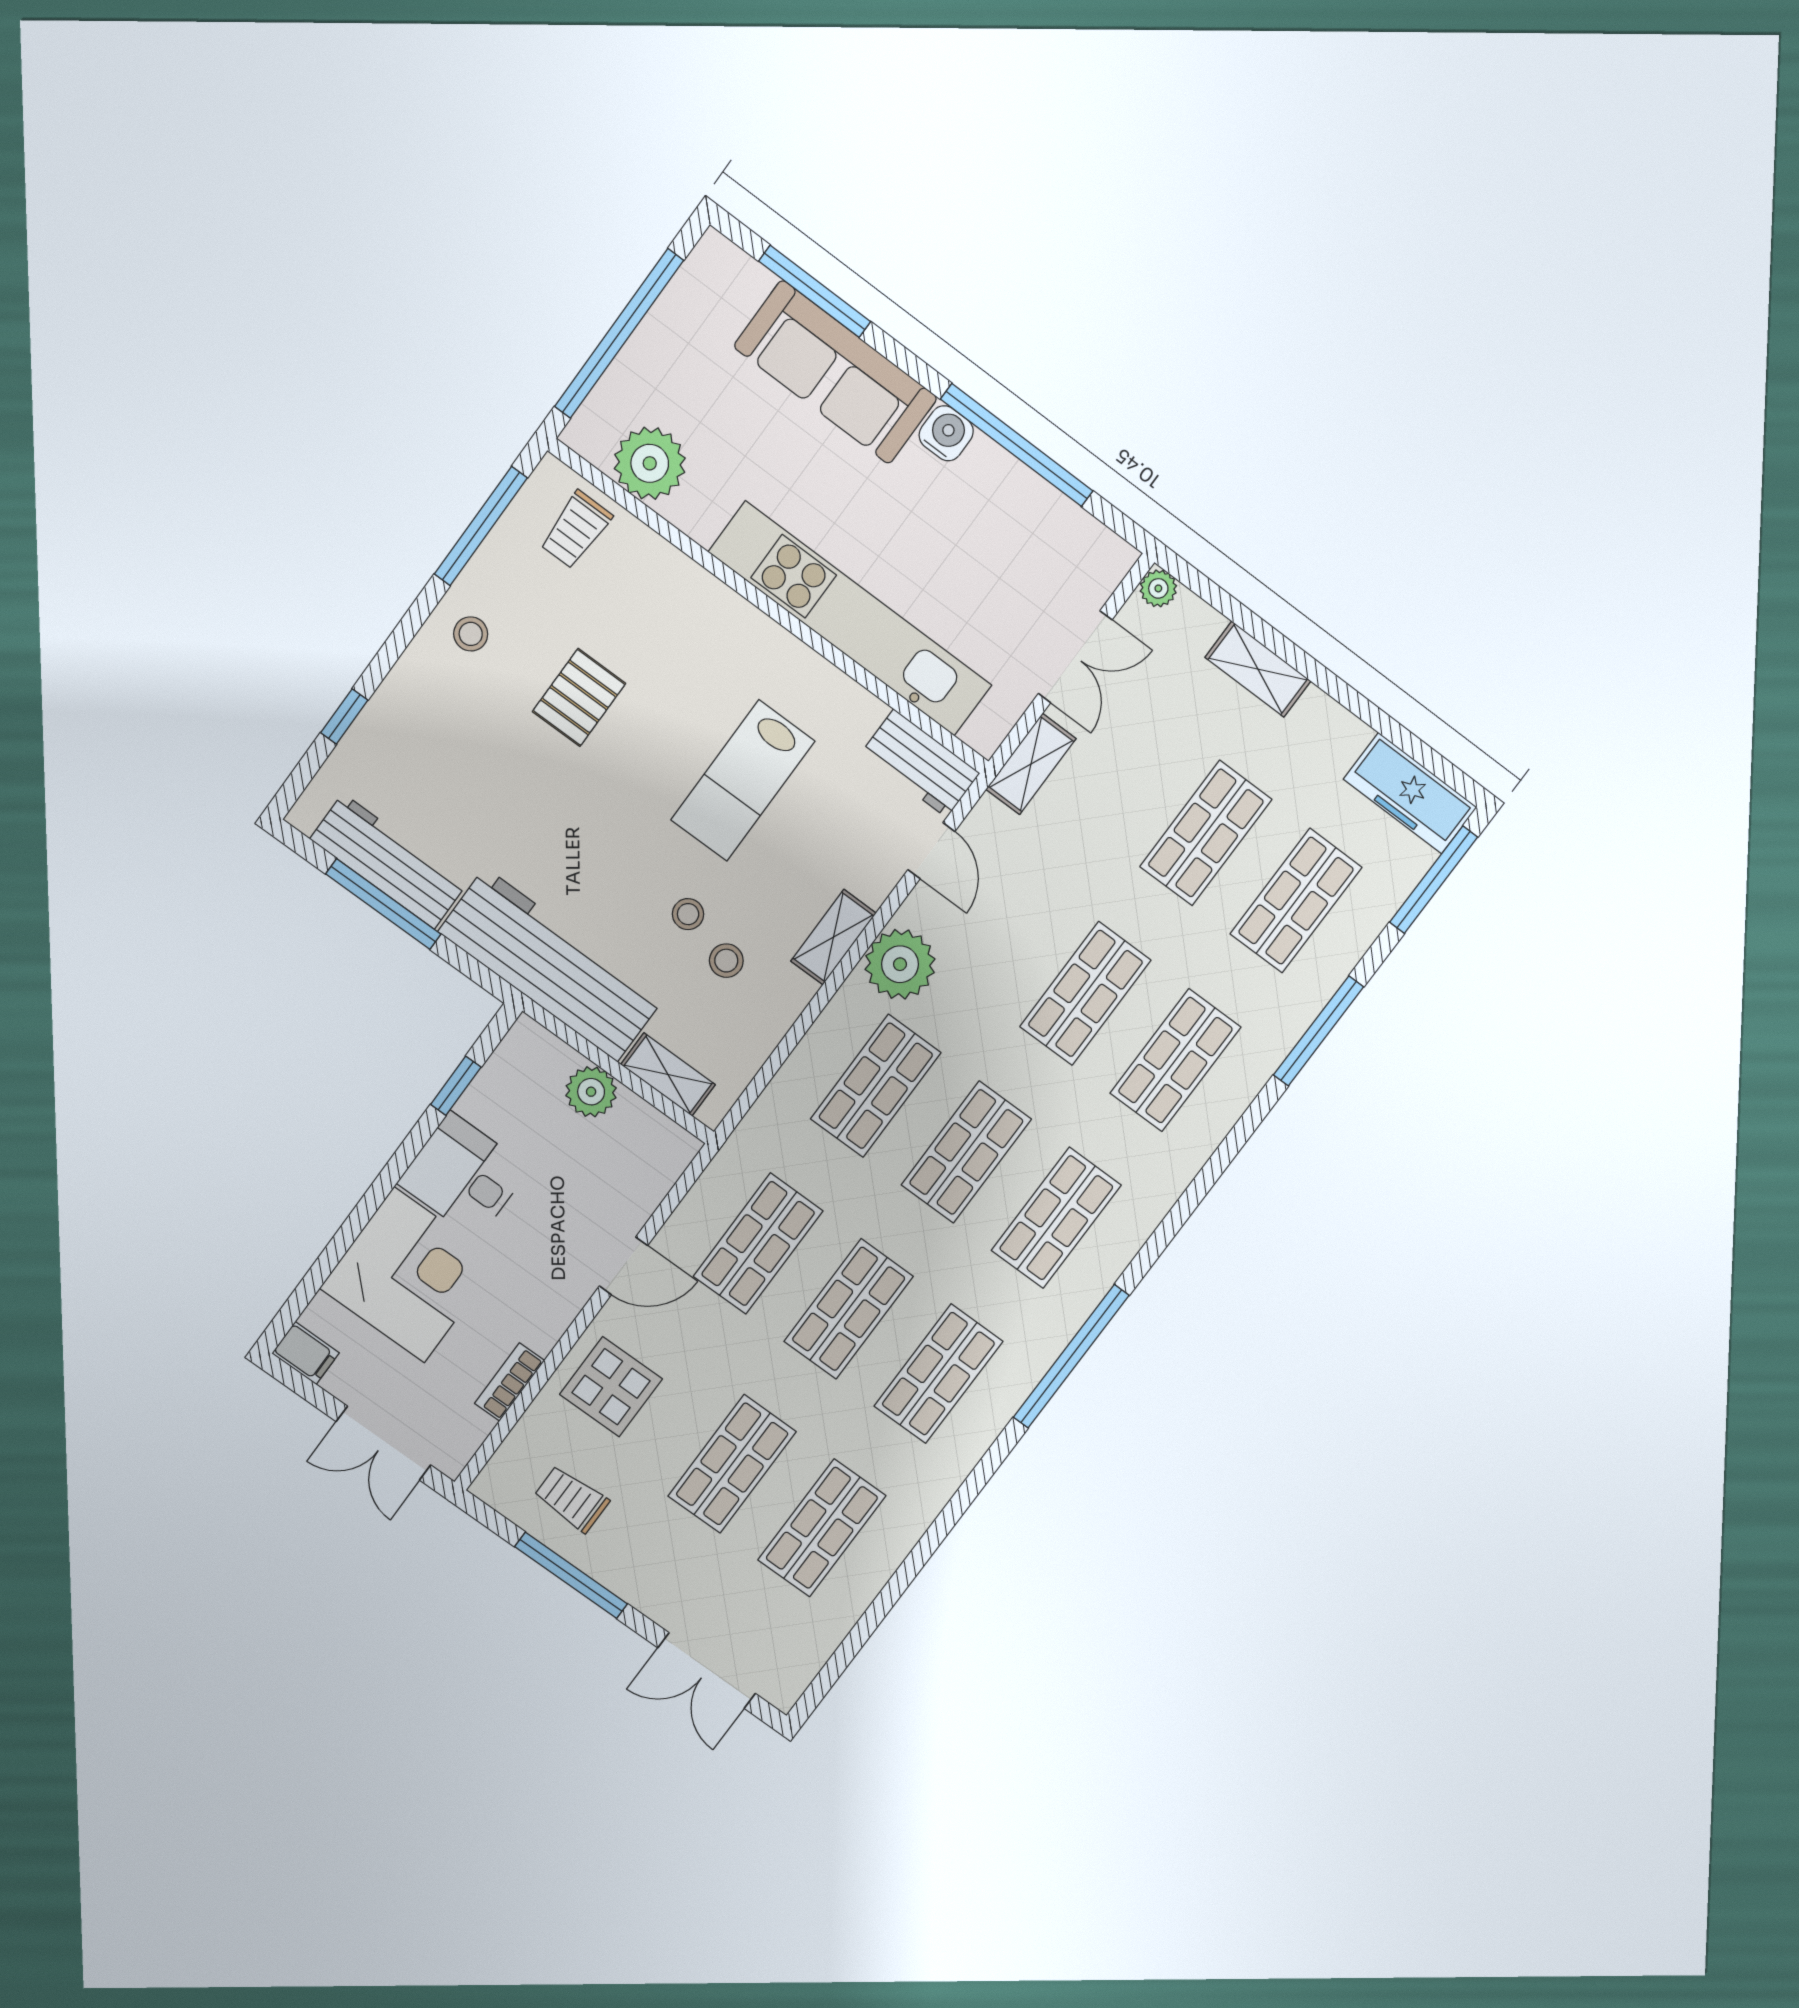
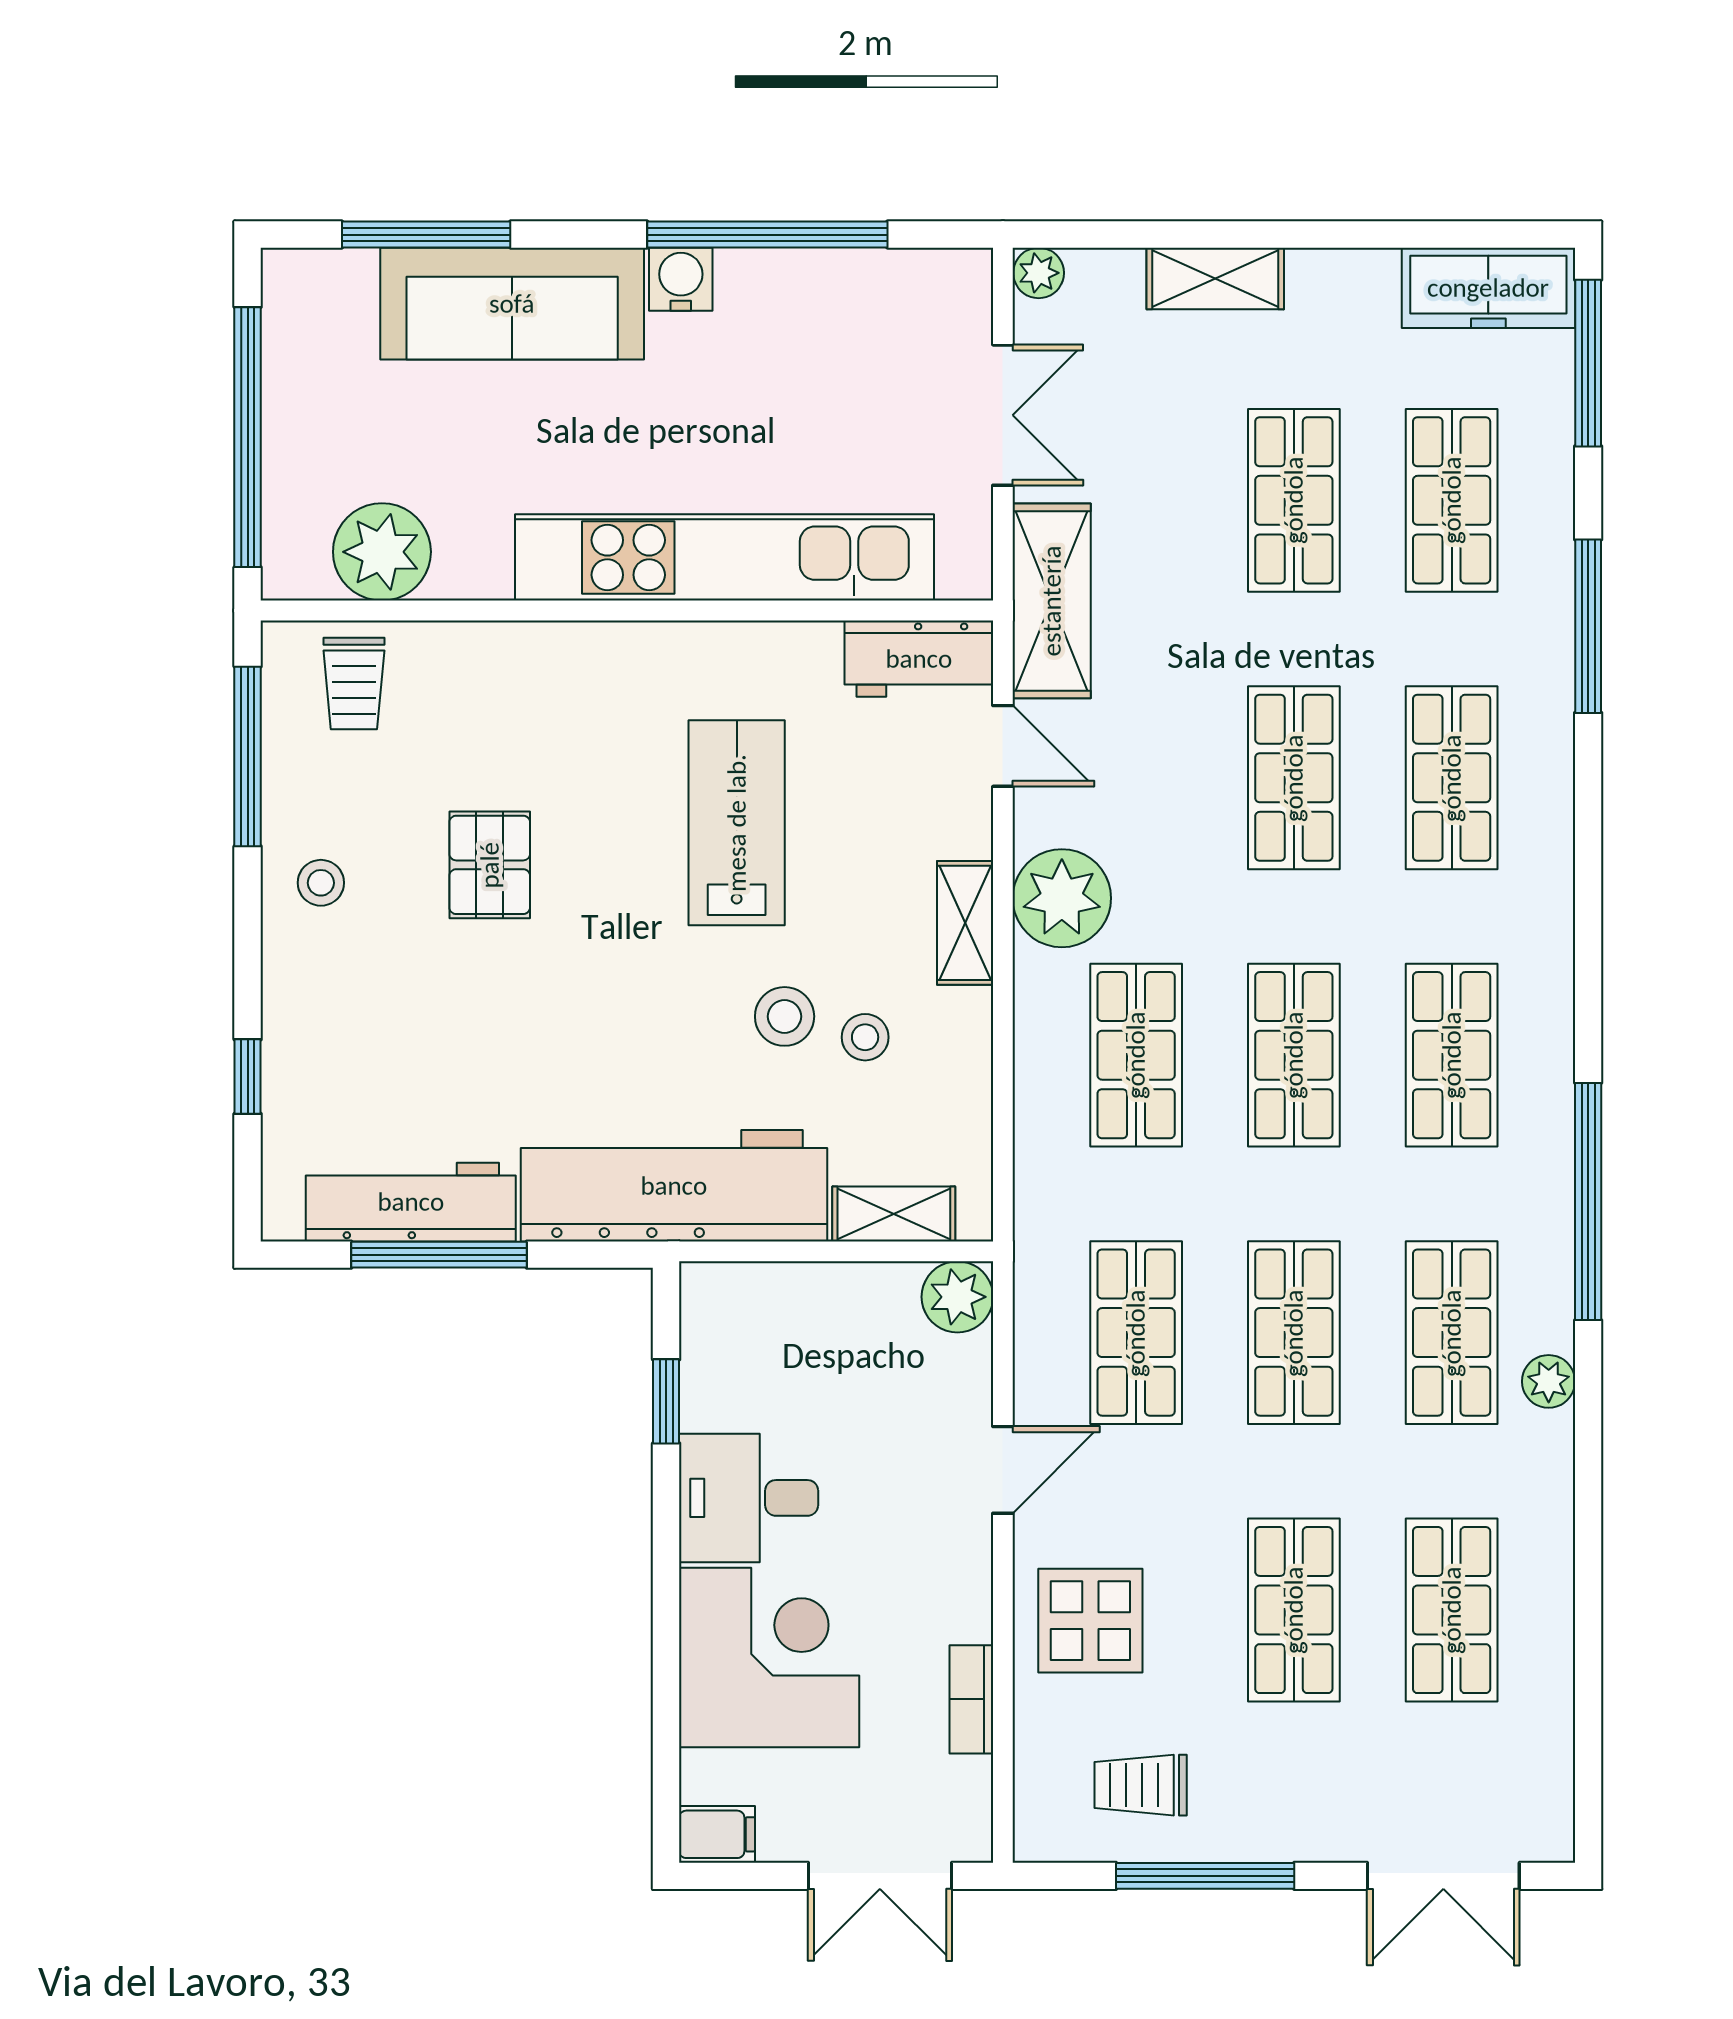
shelving: (1031, 764) -> (1052, 601), width x1.50, depth x1.33
lab bench: (743, 781) -> (737, 823), turned 180
stool: (688, 914) -> (785, 1016), width x1.37, depth x1.37
plant: (591, 1092) -> (957, 1297), moved
plant: (973, 1440) -> (1549, 1381), added

